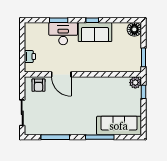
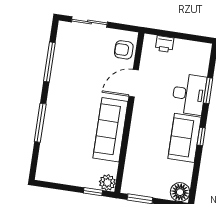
sofa: (119, 126) -> (110, 130), moved, turned 180

